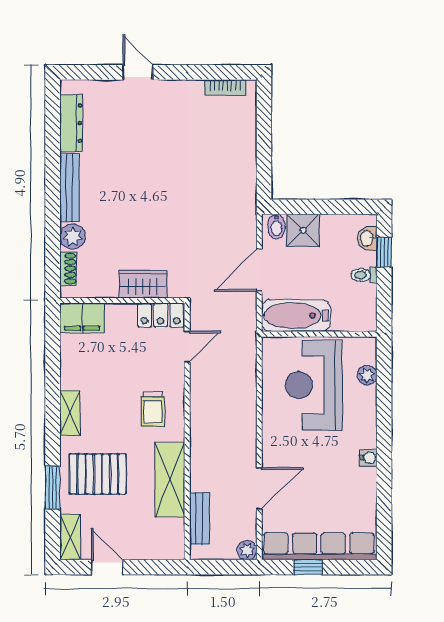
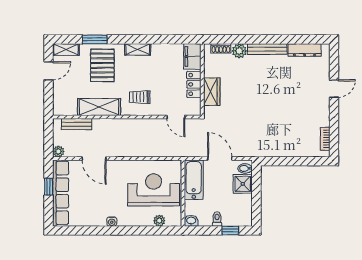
washbasin: (367, 239) -> (191, 221), moved
locker: (161, 315) -> (194, 84), moved

